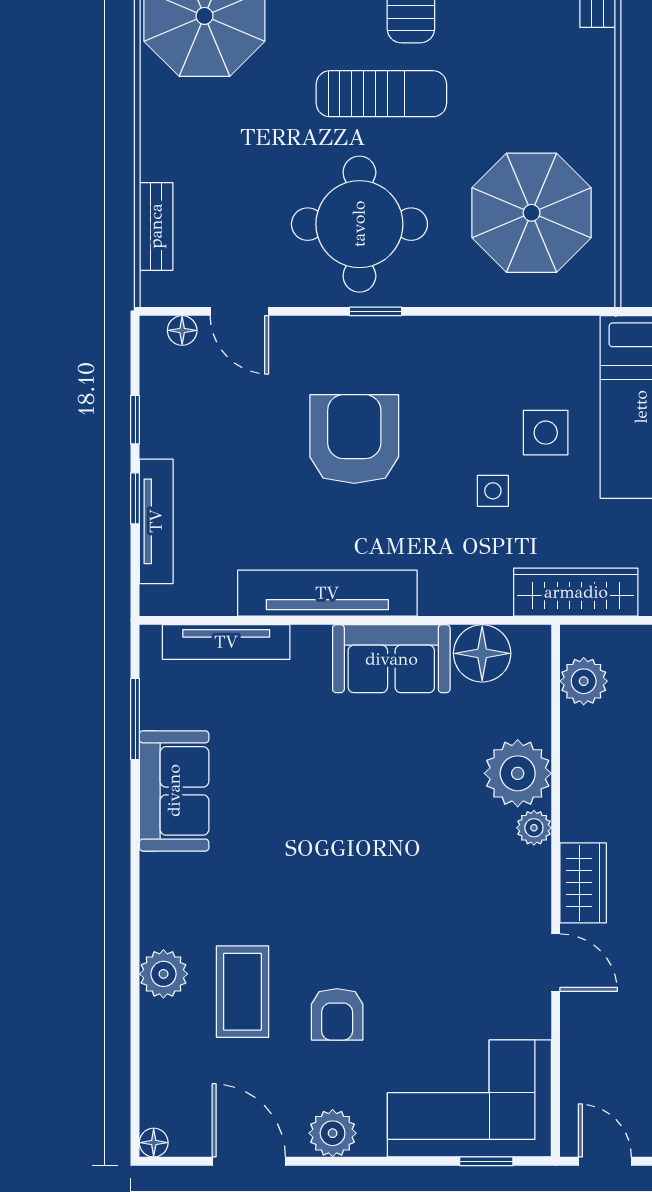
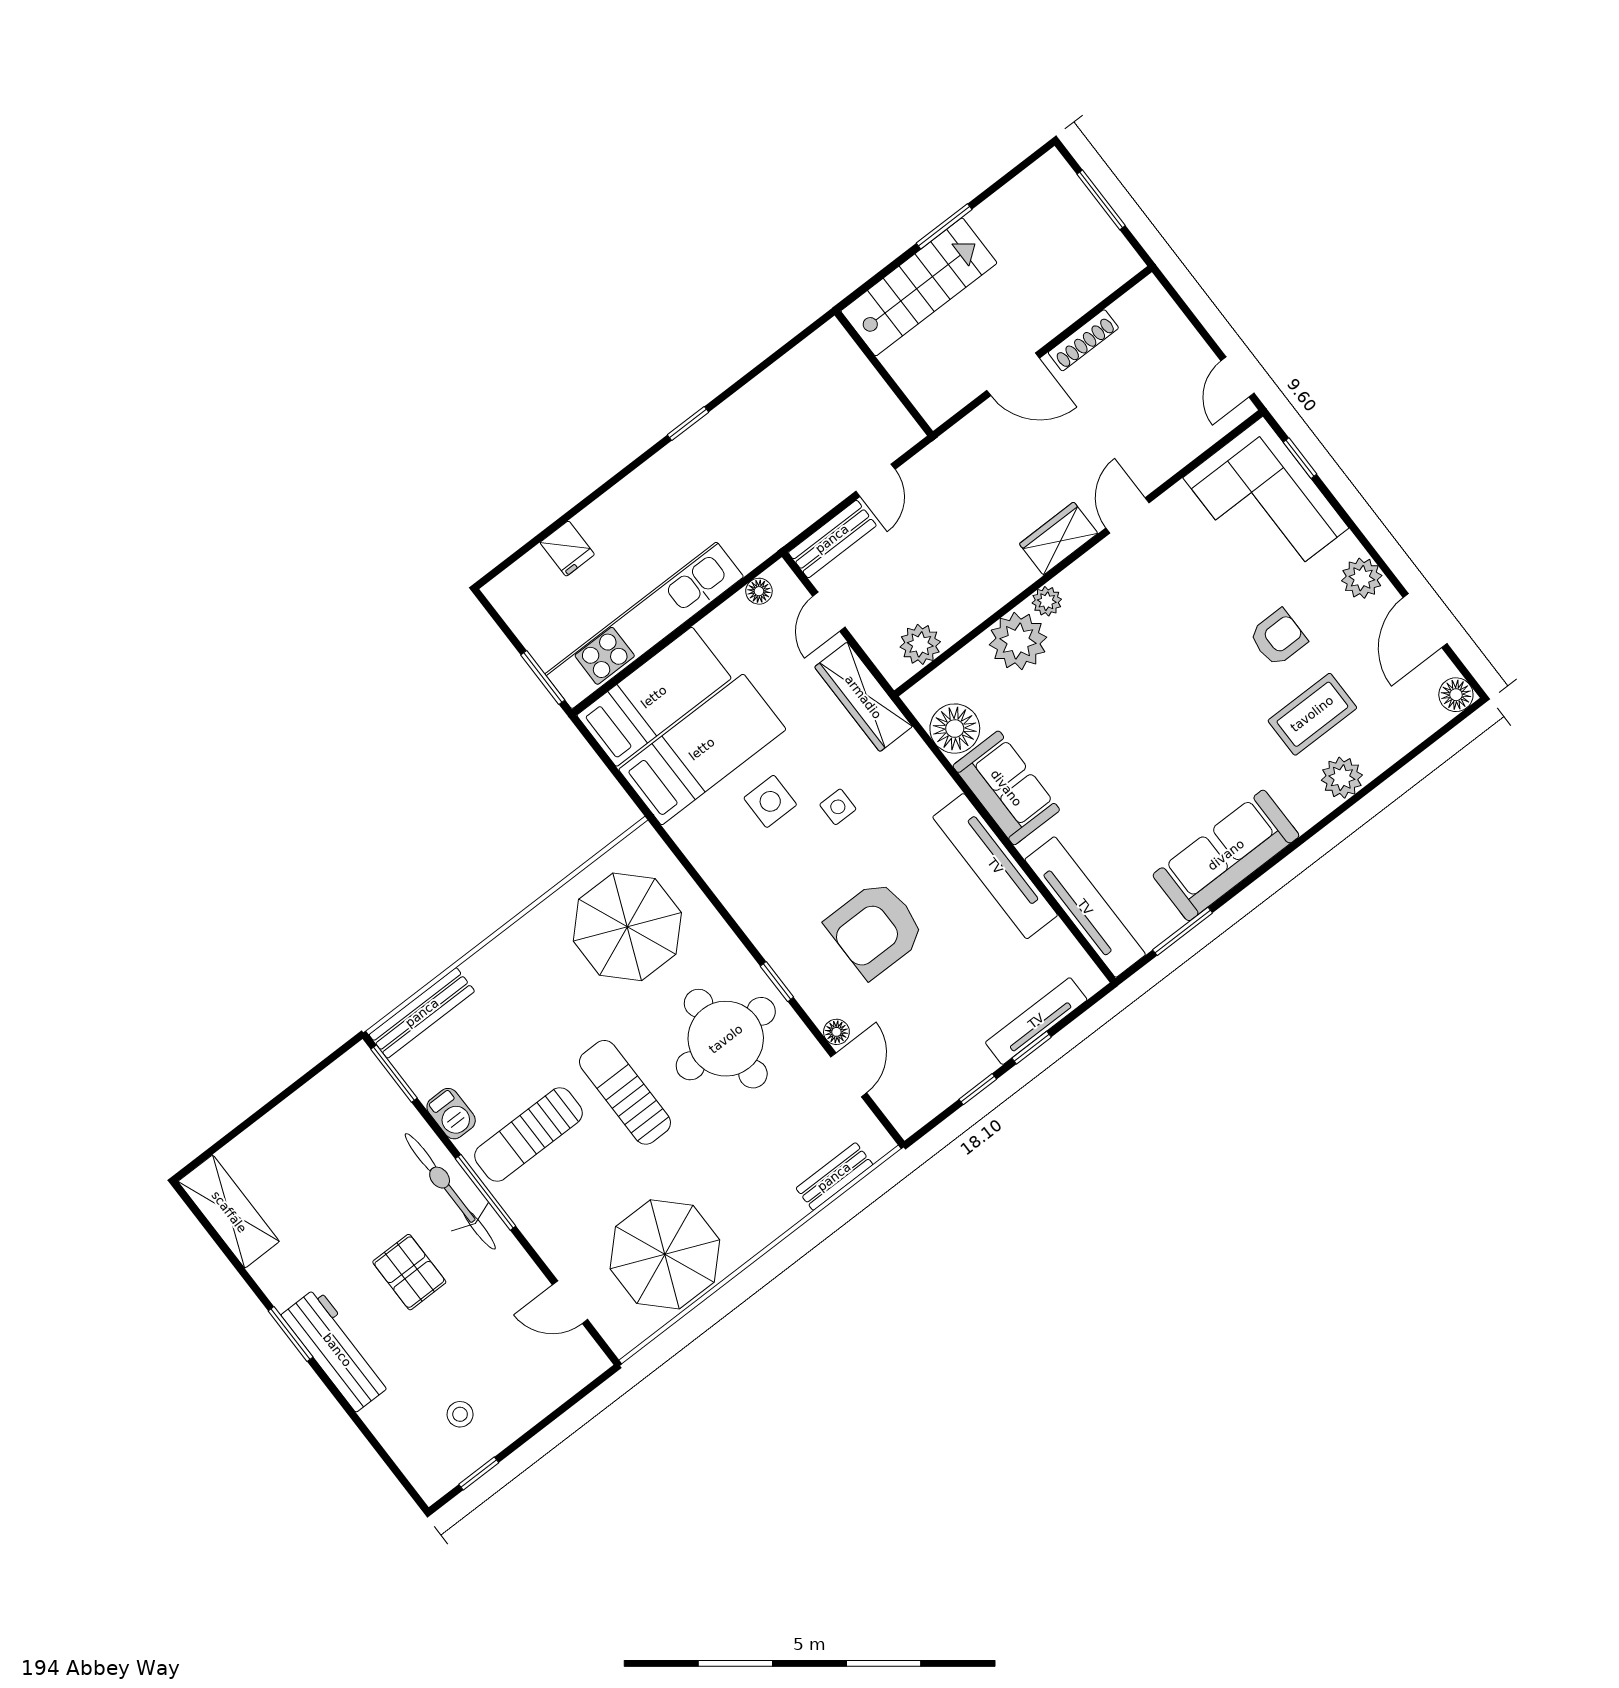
floor lamp: (182, 330) -> (836, 1032), moved
tv unit: (226, 642) -> (1085, 907), width x1.36, depth x1.29
sofa: (174, 791) -> (1226, 855), width x1.36
floor lamp: (154, 1143) -> (1456, 695), width x1.37, depth x1.37

